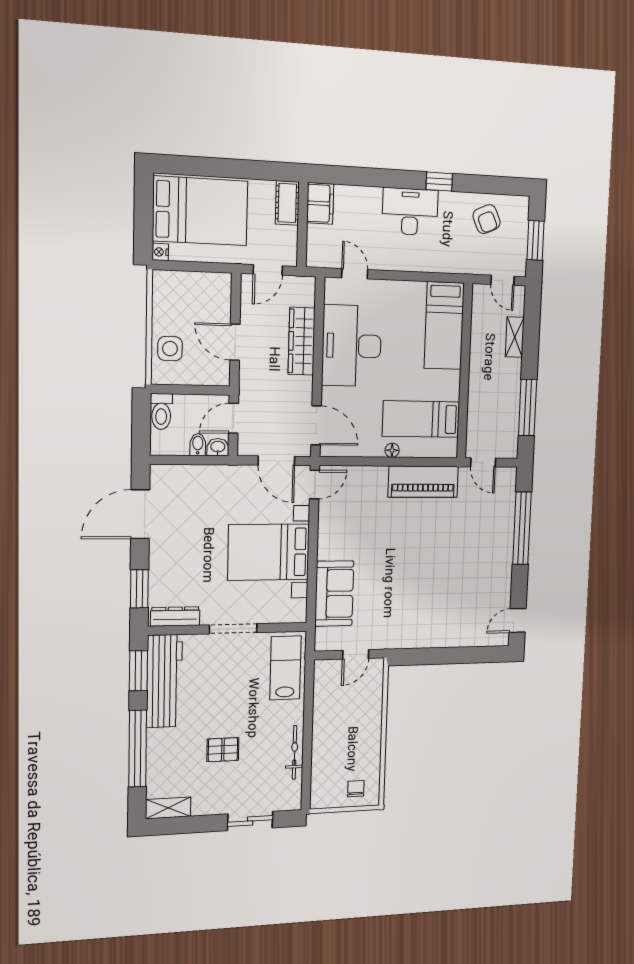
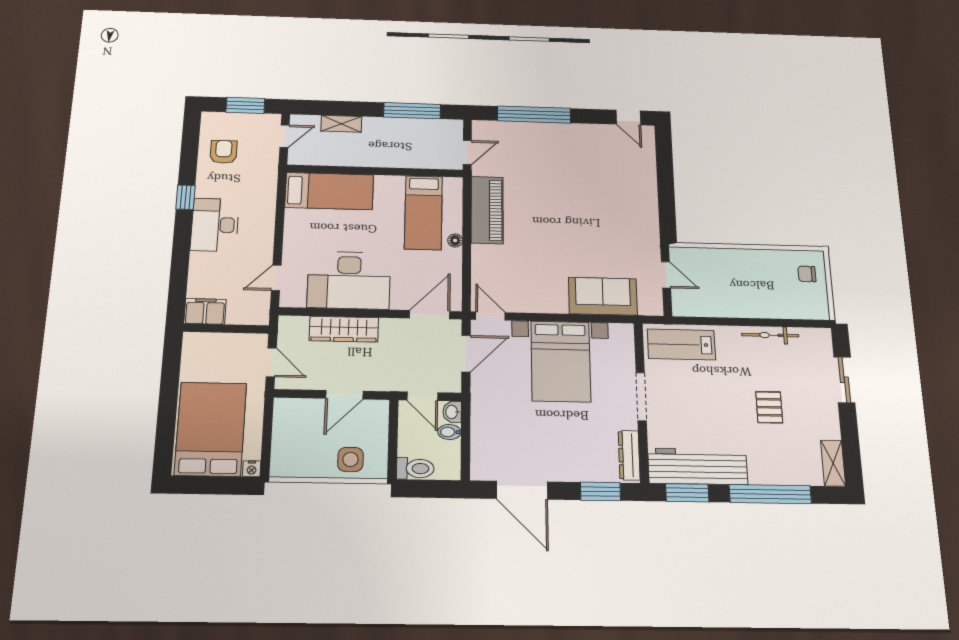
cot: (287, 203) -> (204, 343), removed
armchair: (487, 219) -> (224, 152), turned -66

